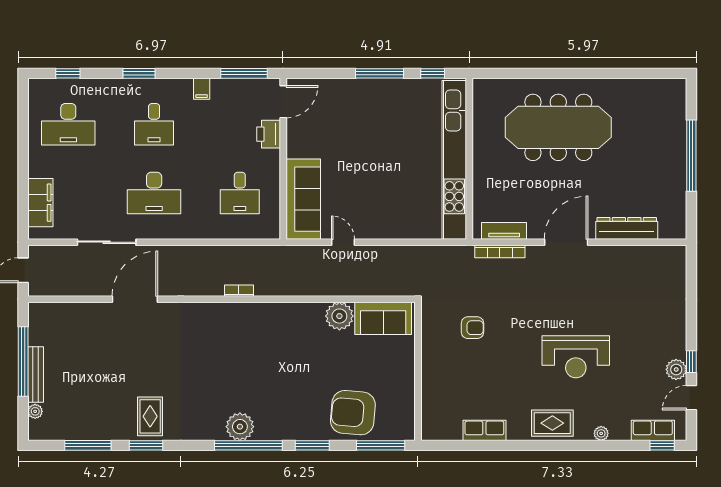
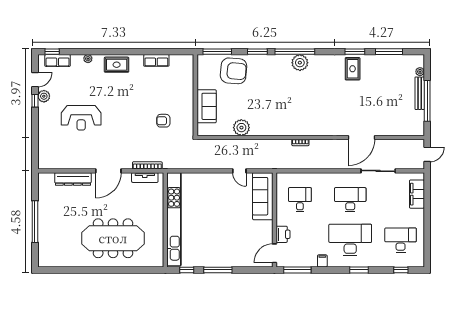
desk: (154, 124) -> (350, 240), width x1.87, depth x1.30
sofa: (383, 318) -> (207, 106), moved, turned 90
reception desk: (576, 357) -> (81, 118), moved, turned 180

